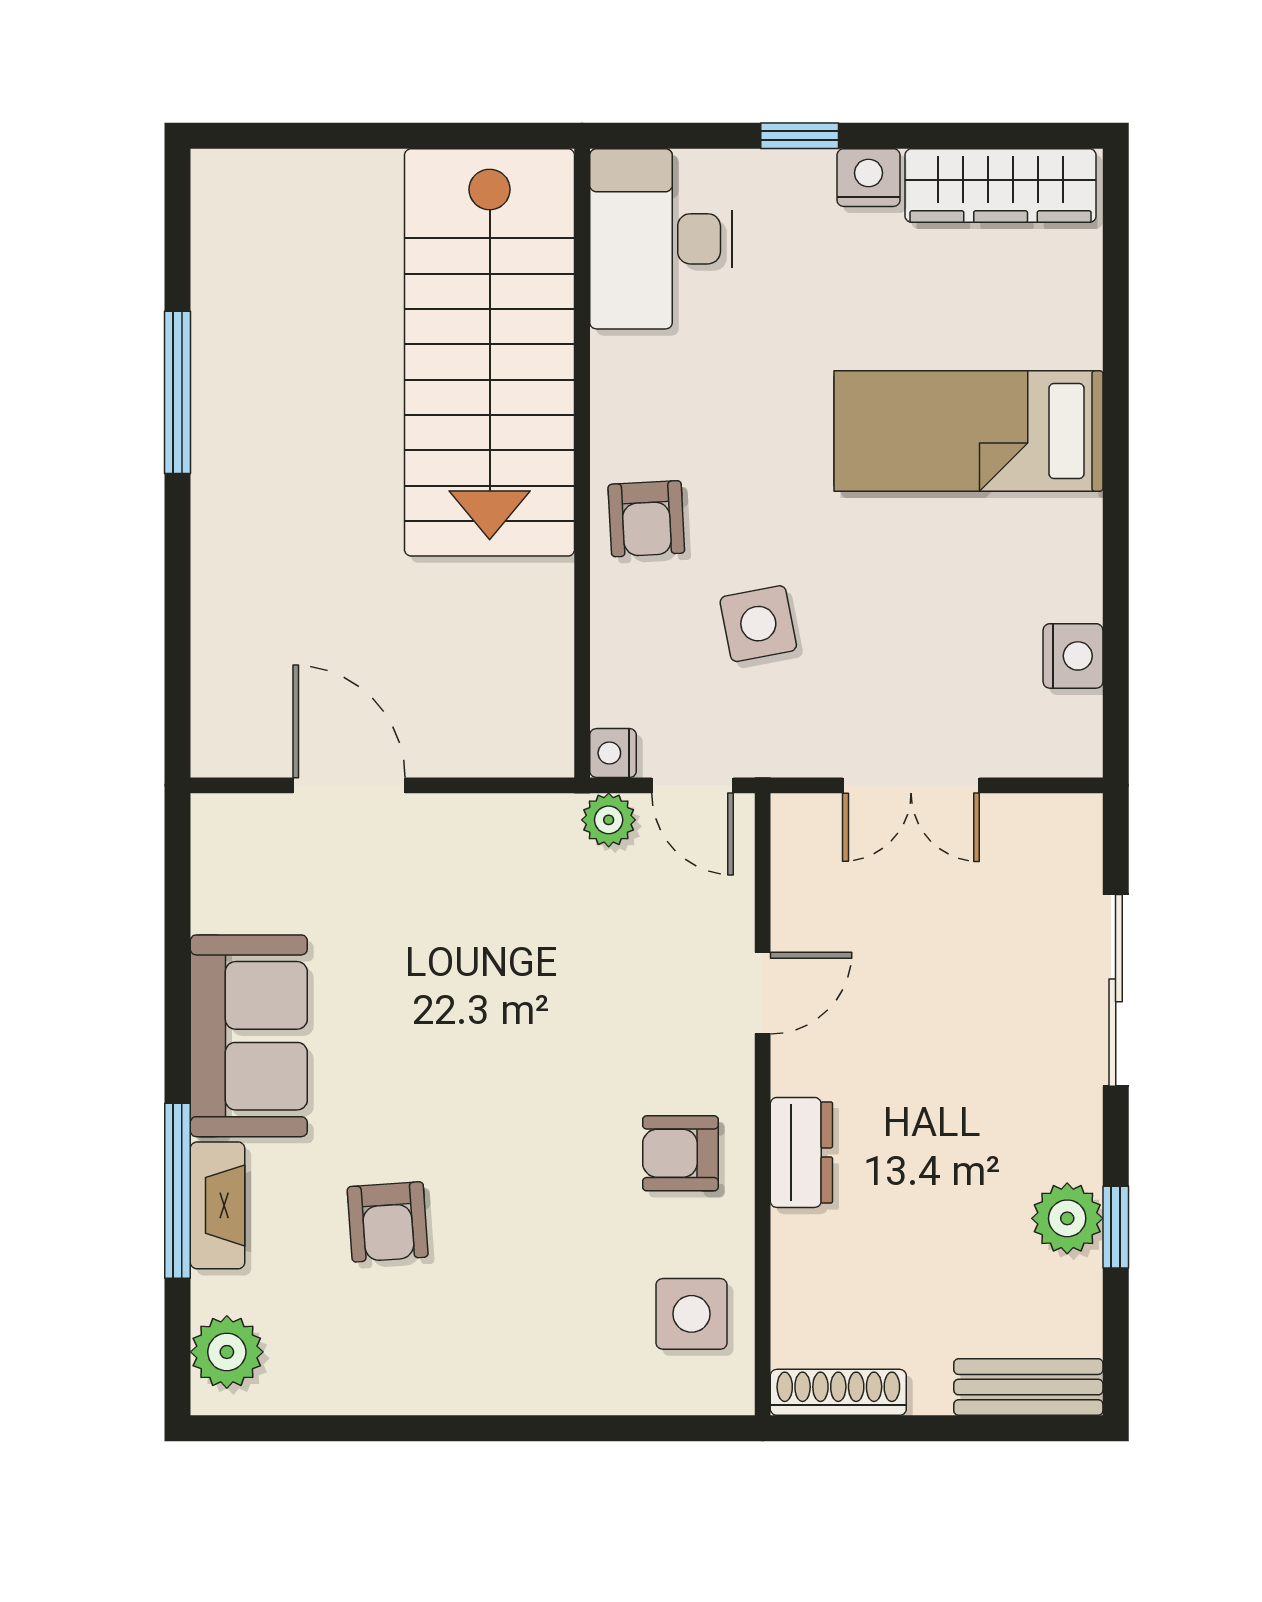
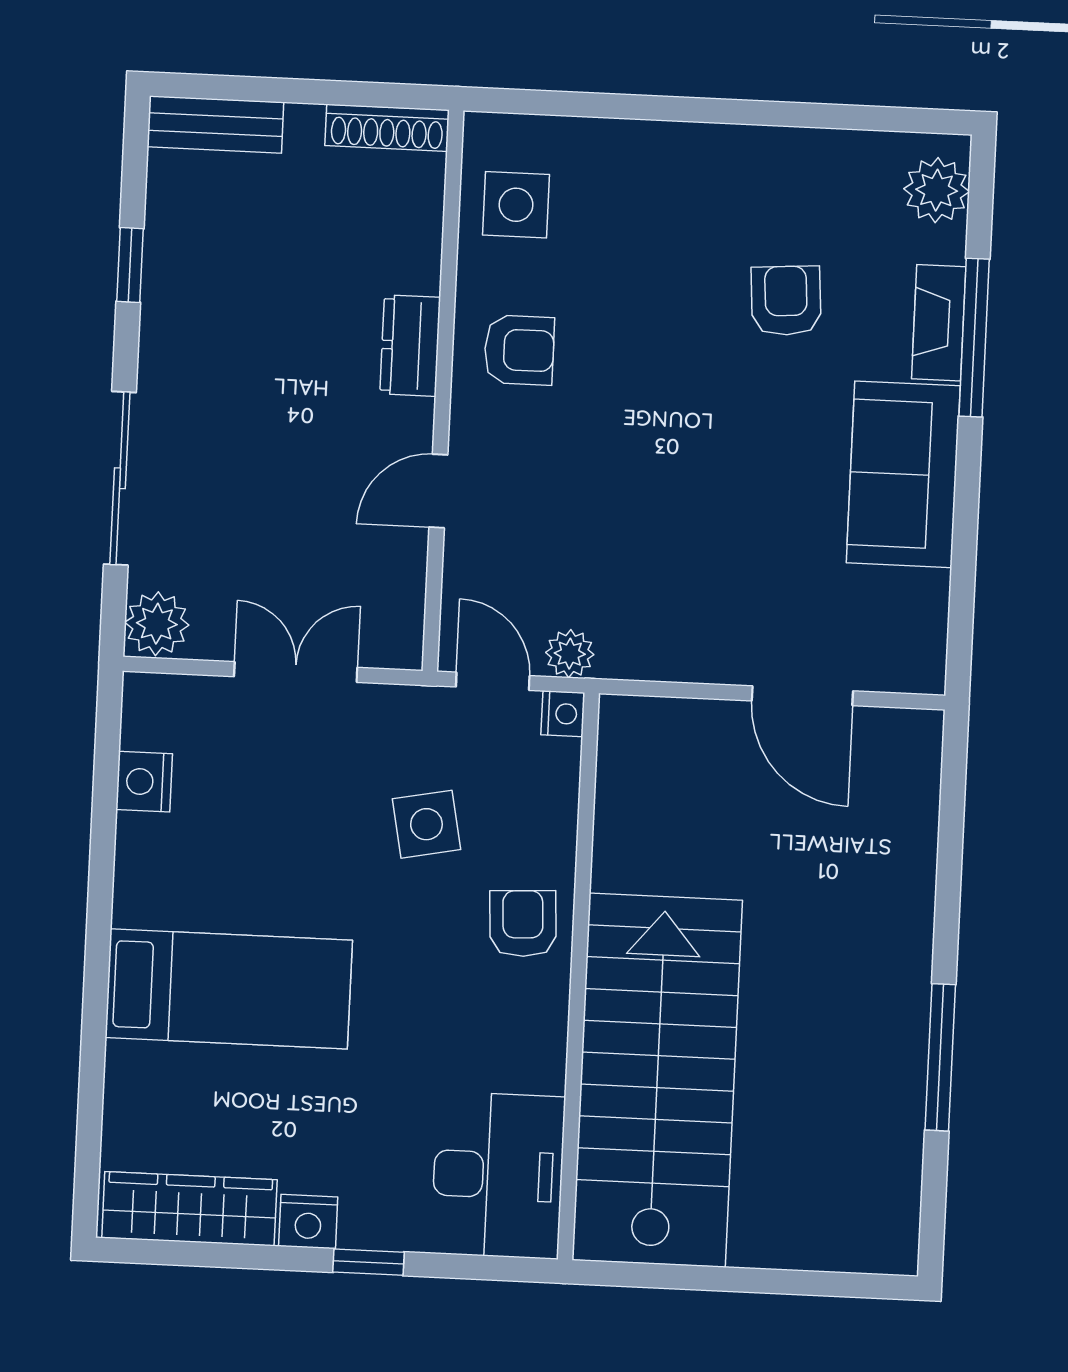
plant: (1067, 1218) -> (157, 624), moved

